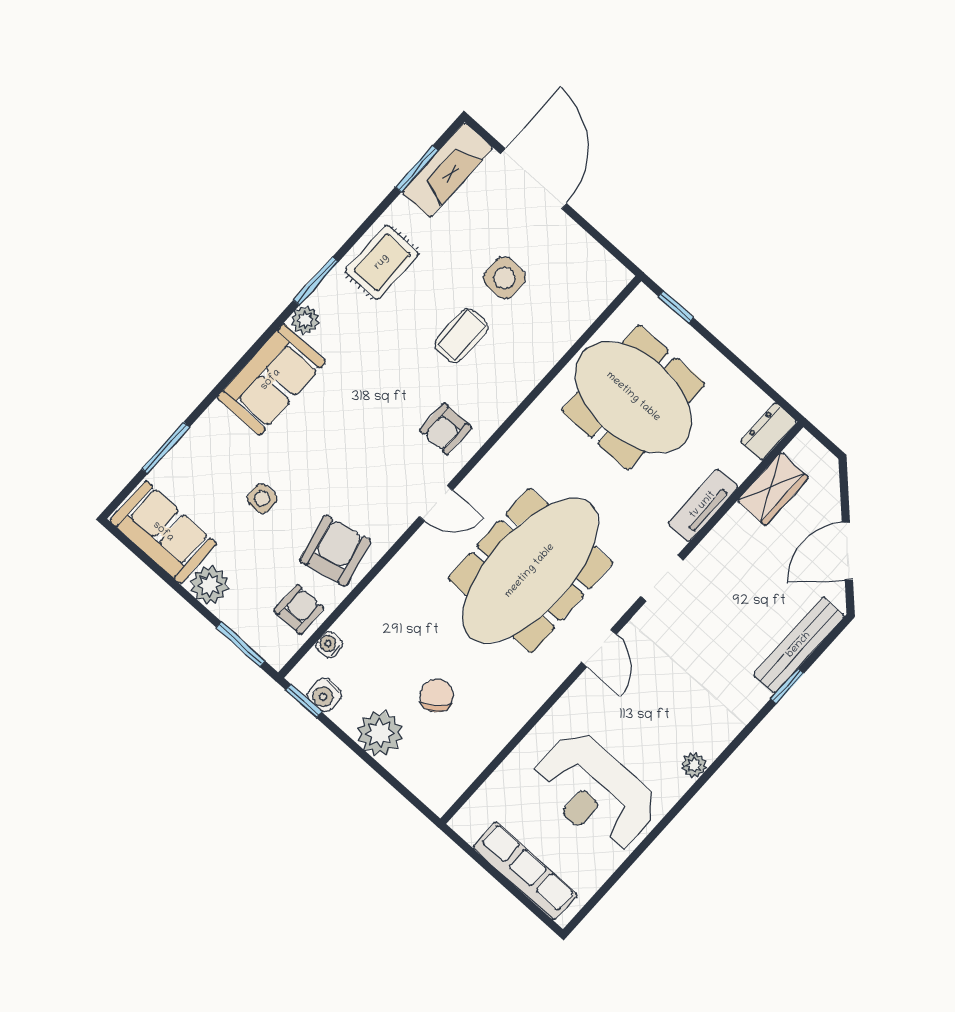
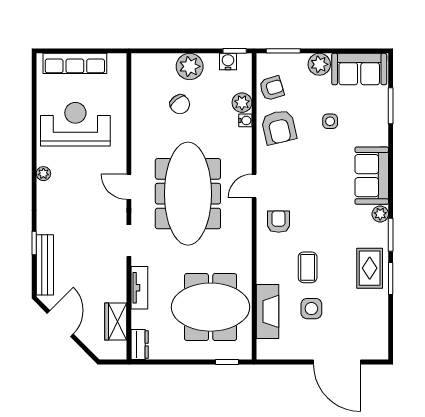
window: (417, 169) -> (391, 278), moved
fireplace: (447, 170) -> (267, 311), moved, turned 180
armchair: (299, 609) -> (272, 88), turned -107
plant: (354, 625) -> (242, 103), added
water cooler: (329, 645) -> (245, 120), moved

